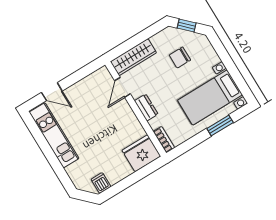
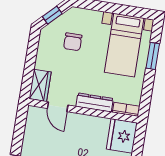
wardrobe: (133, 57) -> (40, 85), width x0.67
dresser: (146, 107) -> (95, 102), width x1.44

